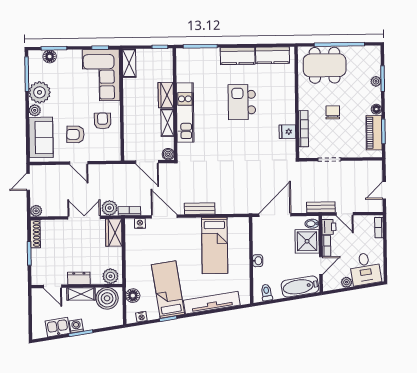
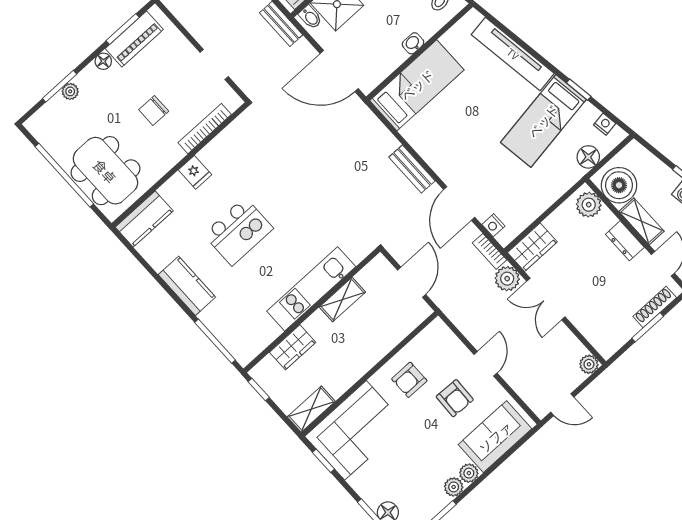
kitchen counter: (273, 55) -> (144, 219), moved, turned 90
plant: (40, 92) -> (454, 487), width x0.53, depth x0.53
wardrobe: (166, 95) -> (293, 347), moved
fridge: (287, 132) -> (195, 172), moved
boiler: (168, 154) -> (380, 265), removed
shoe rack: (35, 234) -> (655, 307), moved
bed: (215, 246) -> (417, 85), moved

